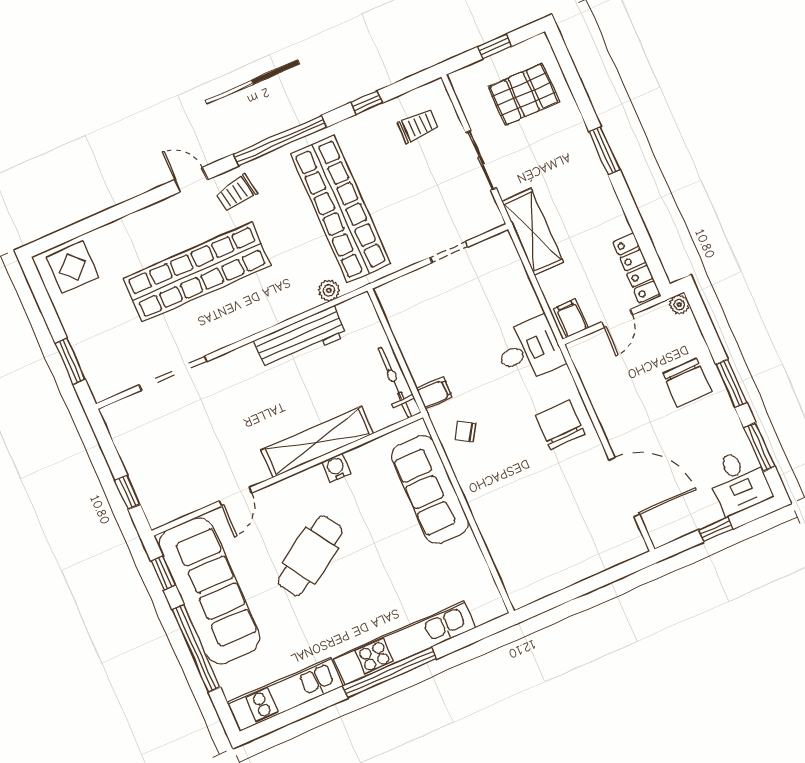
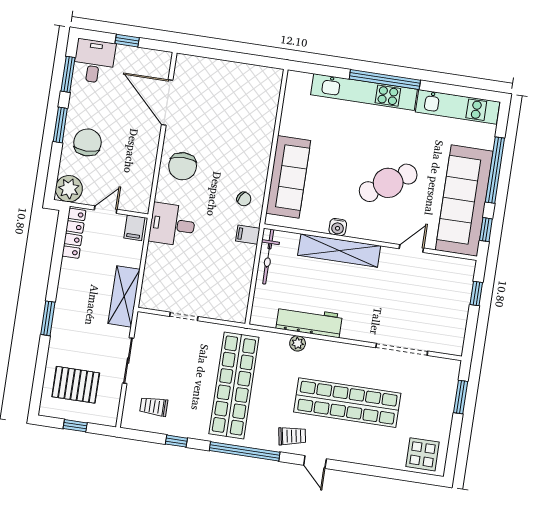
plant: (329, 290) -> (298, 343), moved
plant: (679, 305) -> (69, 189), width x1.88, depth x1.88

